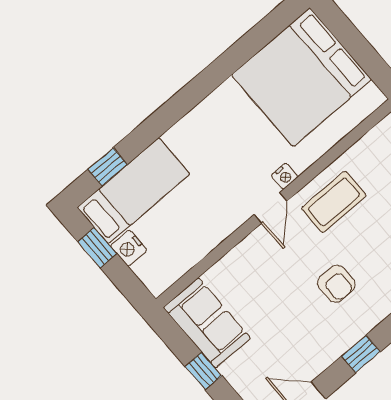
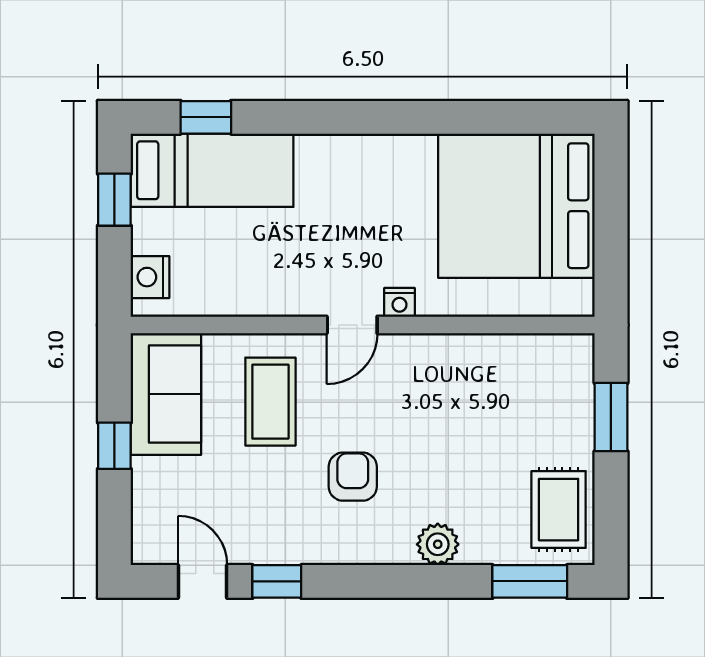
coffee table: (334, 202) -> (270, 402), moved, turned 90
nightstand: (129, 248) -> (150, 277), moved
armchair: (336, 284) -> (353, 477), turned 180
window: (361, 354) -> (277, 581), moved

